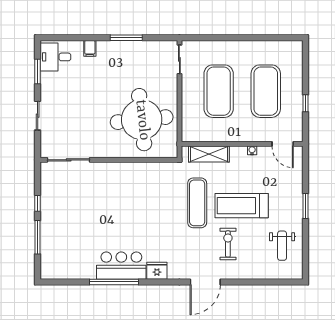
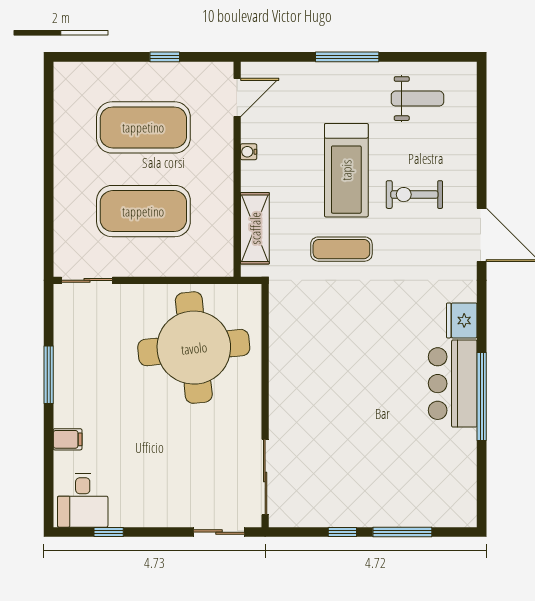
window: (38, 72) -> (109, 532), width x0.67
sliding door: (38, 116) -> (219, 532), moved
exercise mat: (197, 203) -> (341, 249), width x0.73, depth x0.69
window: (306, 206) -> (347, 57), width x1.44

